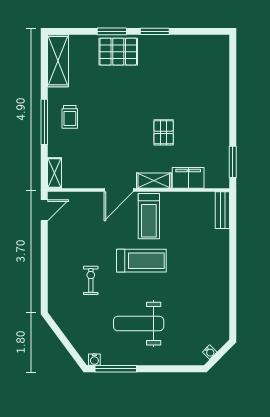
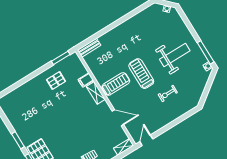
pallet: (164, 132) -> (56, 80), moved
filing cabinet: (188, 178) -> (86, 80), width x0.50
door: (119, 190) -> (118, 118), moved
door: (44, 210) -> (146, 140), hinge flipped
weight bench: (139, 324) -> (175, 55), turned -90

